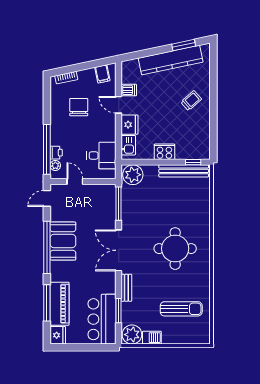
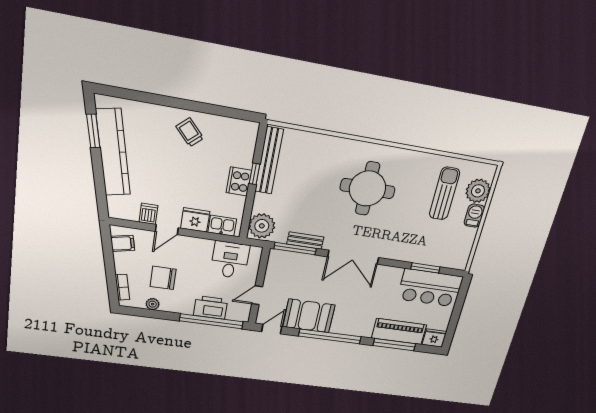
trolley: (191, 101) -> (190, 132), moved
printer: (56, 153) -> (211, 307), width x1.87, depth x1.48
window: (193, 162) -> (254, 174), moved
plant: (55, 165) -> (153, 304), moved
door: (47, 198) -> (272, 329), swing flipped
booth: (63, 241) -> (309, 316), moved
bench: (126, 288) -> (305, 241), moved
plant: (132, 335) -> (478, 191), moved
barbecue: (152, 338) -> (474, 216), moved

